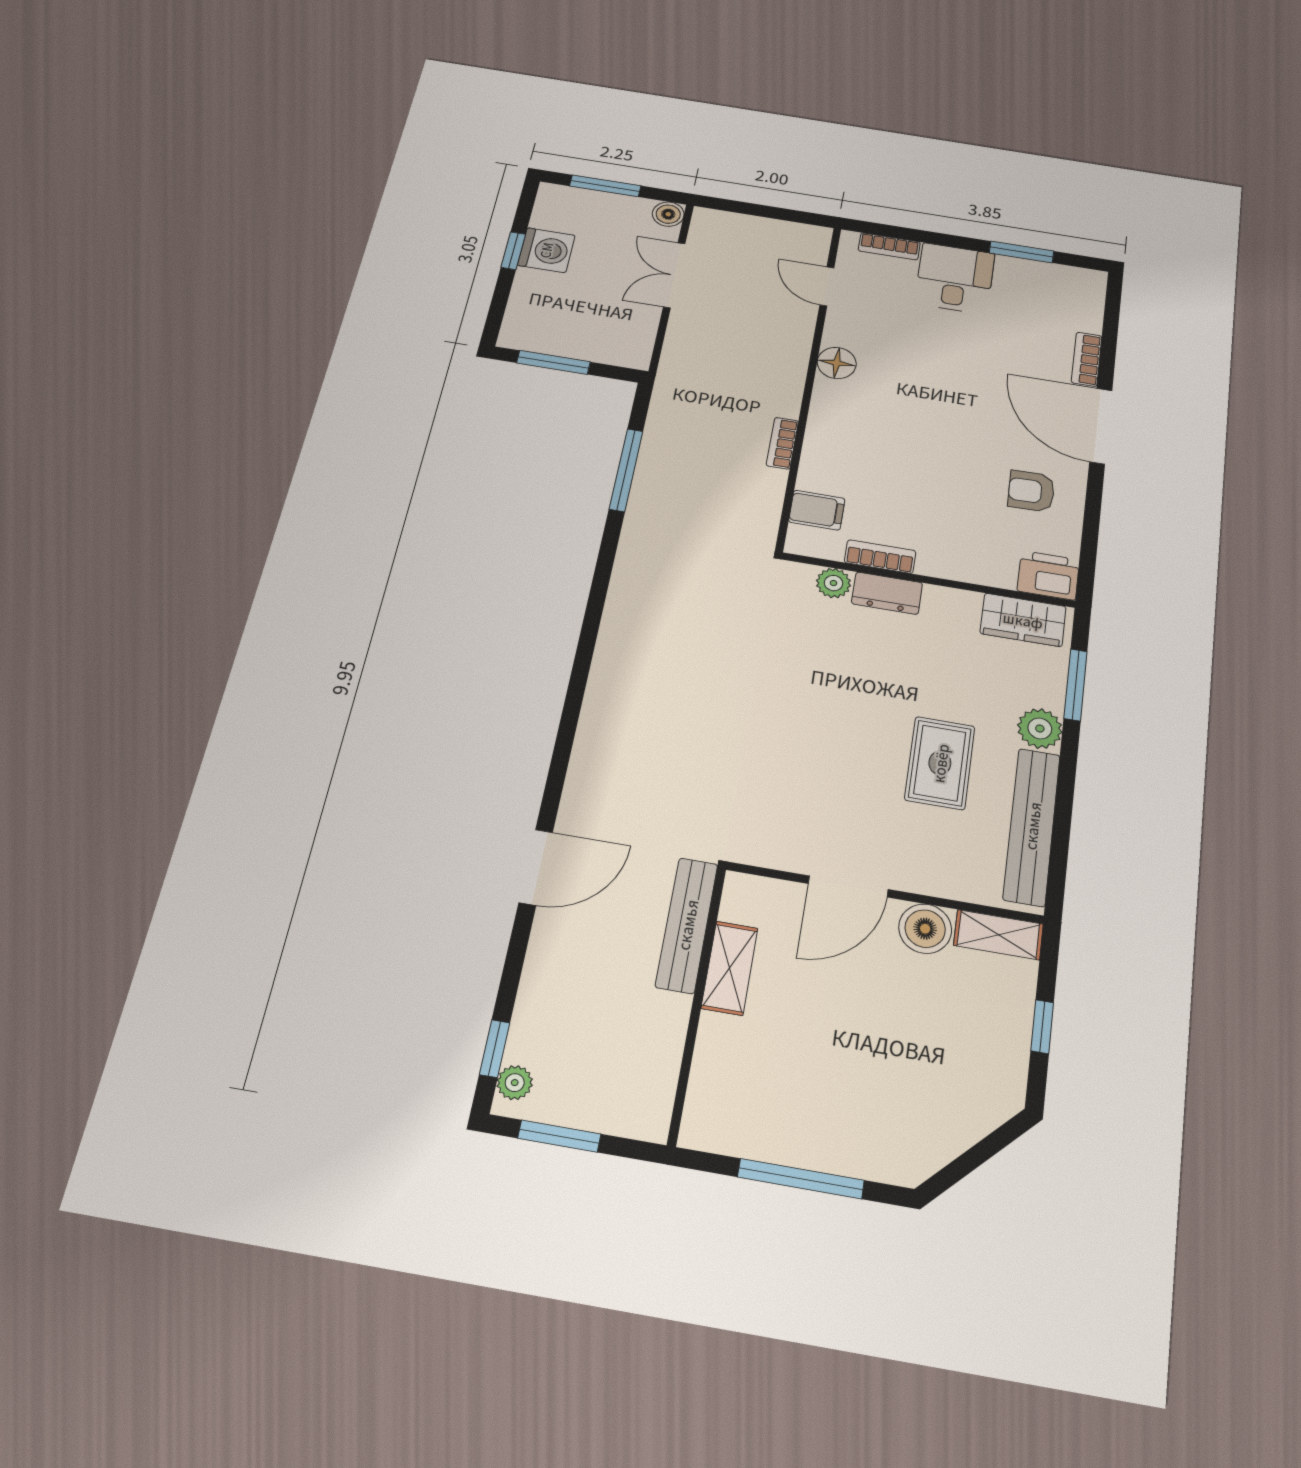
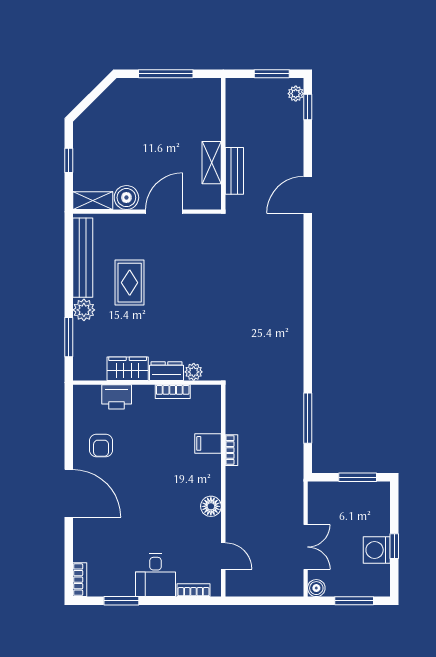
bookcase: (1087, 359) -> (80, 580), moved
armchair: (1031, 491) -> (101, 446), turned 91
filing cabinet: (817, 510) -> (208, 443), moved
printer: (1048, 575) -> (117, 397), moved
wardrobe: (1023, 620) -> (128, 369), moved
bench: (687, 925) -> (234, 171), width x0.73

